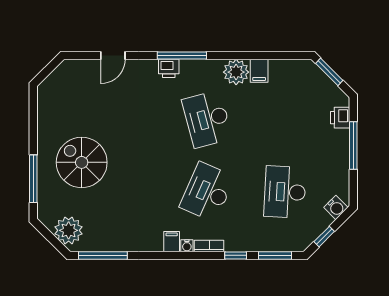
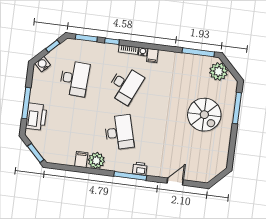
printer: (340, 118) -> (36, 117), width x1.87, depth x1.48

